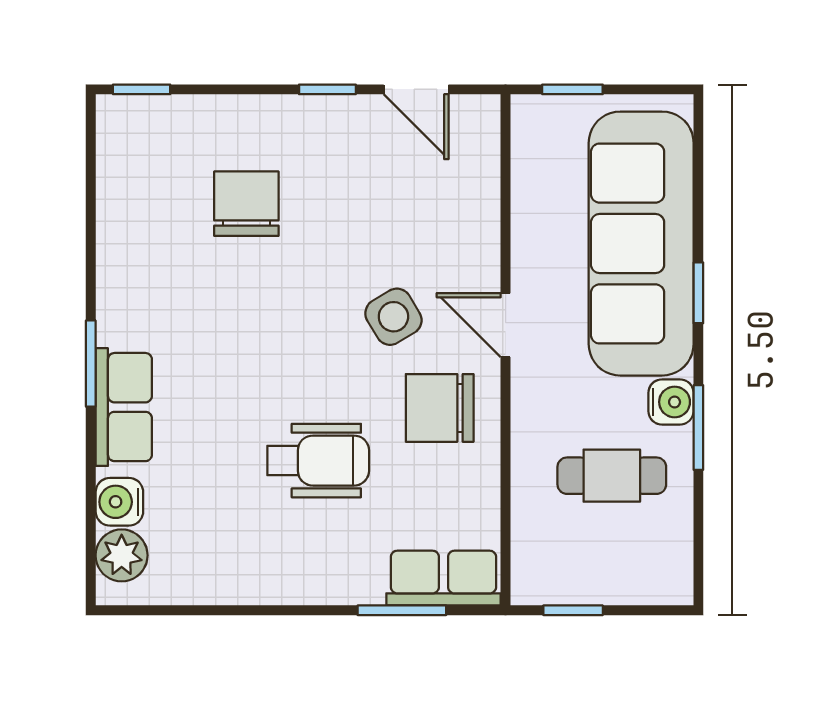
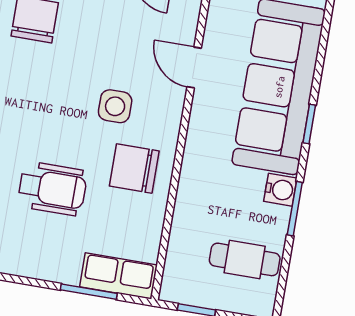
side table: (393, 317) -> (115, 106), turned 31
door: (506, 325) -> (194, 68), moved
cafe table: (612, 476) -> (245, 259), moved

